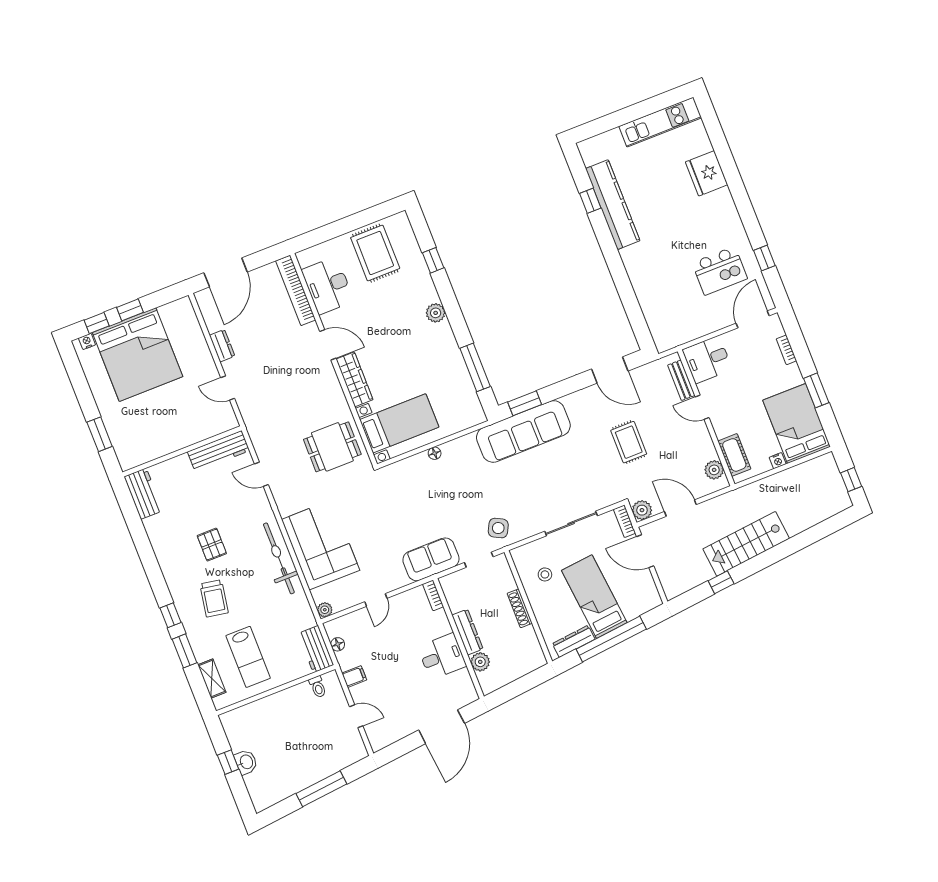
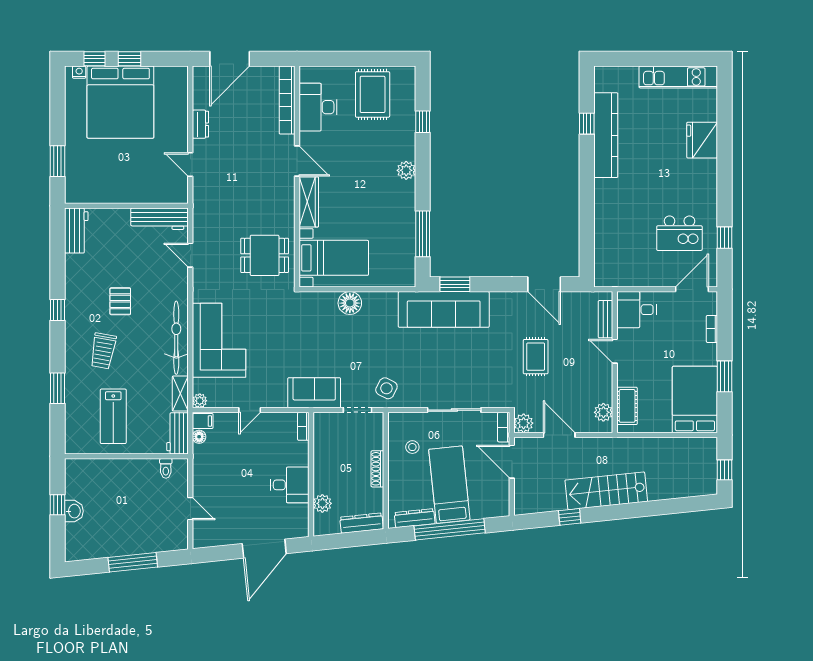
floor lamp: (435, 453) -> (350, 303), width x1.89, depth x1.89
nightstand: (778, 461) -> (664, 427), removed
window: (171, 615) -> (58, 310), moved
dresser: (467, 632) -> (362, 523), moved, turned -96
filing cabinet: (354, 677) -> (203, 421), moved
shelving: (212, 679) -> (180, 394), moved

